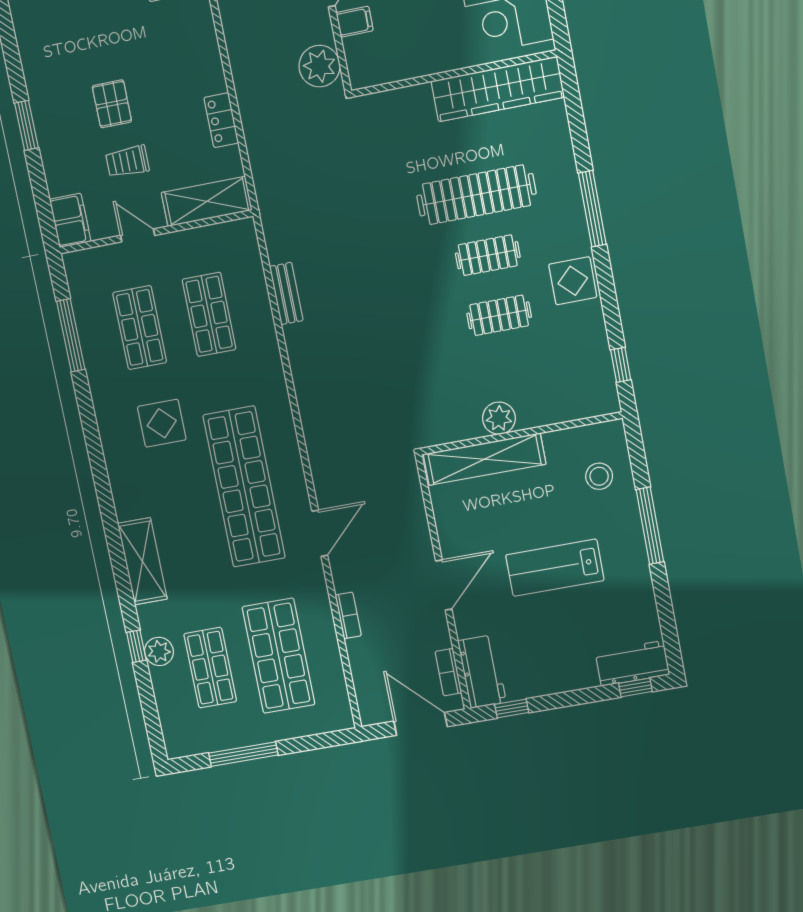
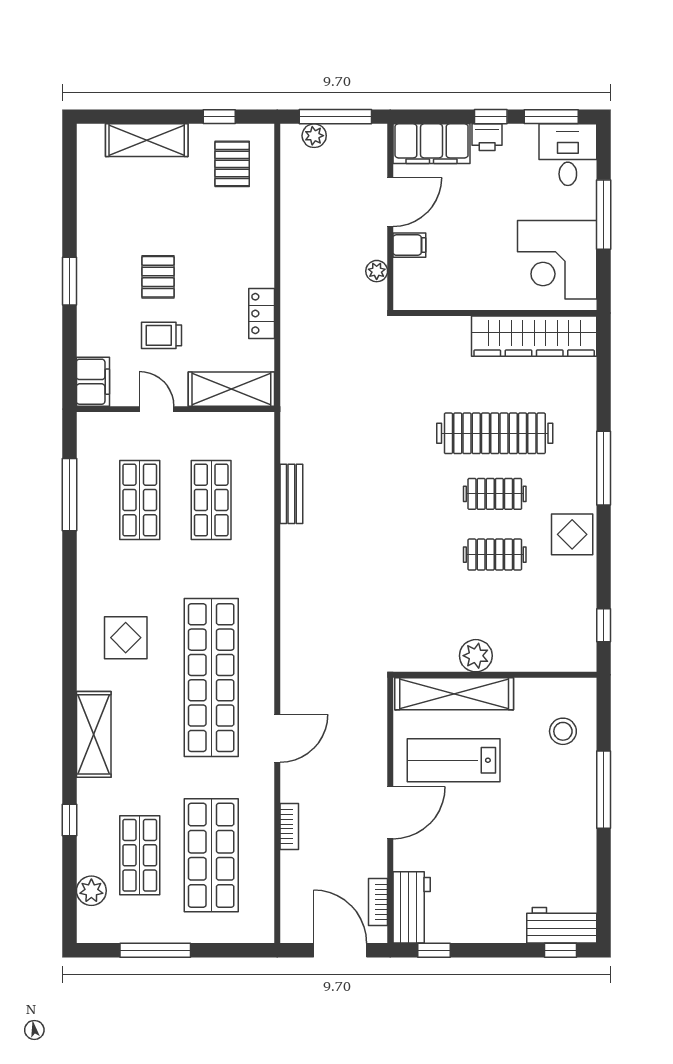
plant: (319, 66) -> (377, 271), width x0.53, depth x0.53
display table: (162, 423) -> (126, 638), moved
lab bench: (555, 568) -> (454, 760), moved
plant: (159, 651) -> (91, 891), moved

